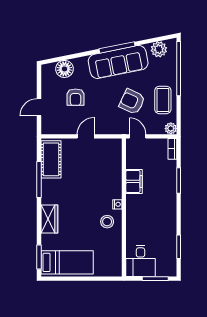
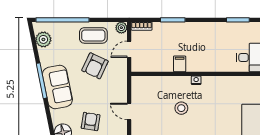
sofa: (118, 62) -> (57, 87), width x0.73
armchair: (76, 97) -> (91, 122), turned -81
door: (138, 136) -> (129, 49), moved
filing cabinet: (134, 181) -> (180, 64), width x0.50
stool: (107, 222) -> (181, 108), moved

